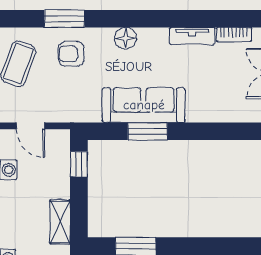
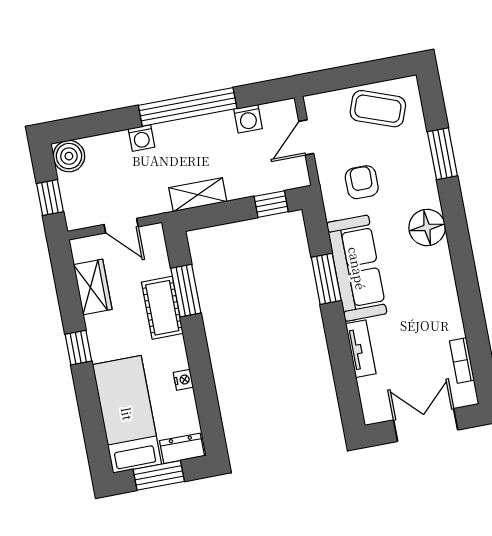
tv unit: (192, 36) -> (361, 349), moved, turned 180
floor lamp: (126, 38) -> (427, 227), width x1.38, depth x1.38
armchair: (71, 54) -> (362, 182), moved

